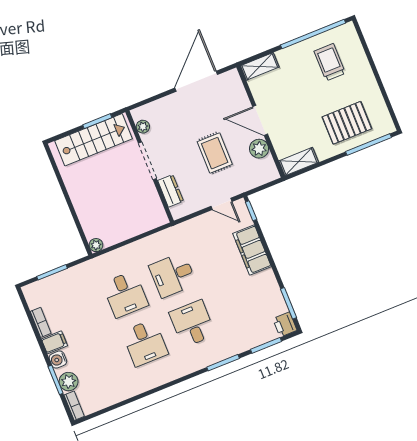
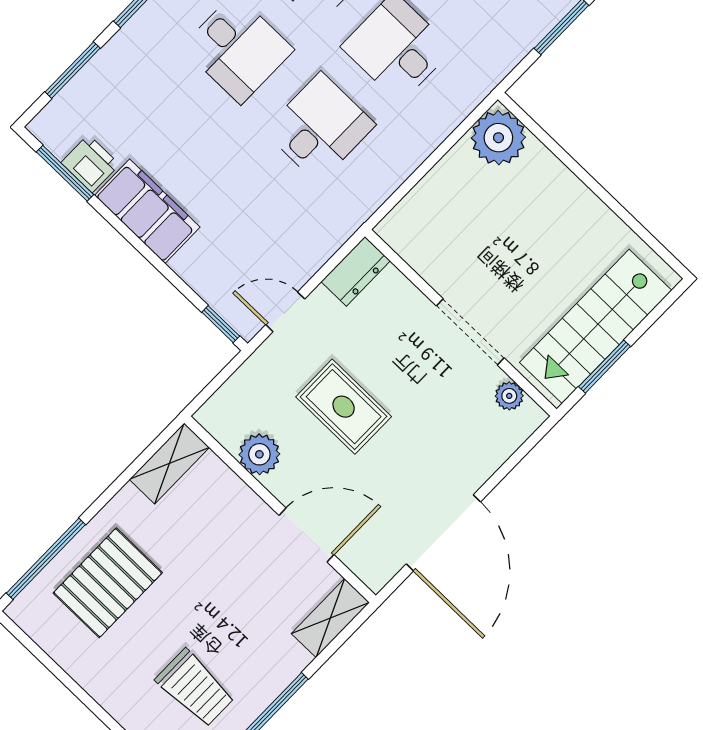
door: (260, 120) -> (307, 535), moved
dresser: (171, 191) -> (356, 271), moved, turned -90
plant: (96, 245) -> (498, 138), width x1.87, depth x1.87
filing cabinet: (252, 250) -> (147, 211), moved
printer: (285, 325) -> (90, 164), moved

